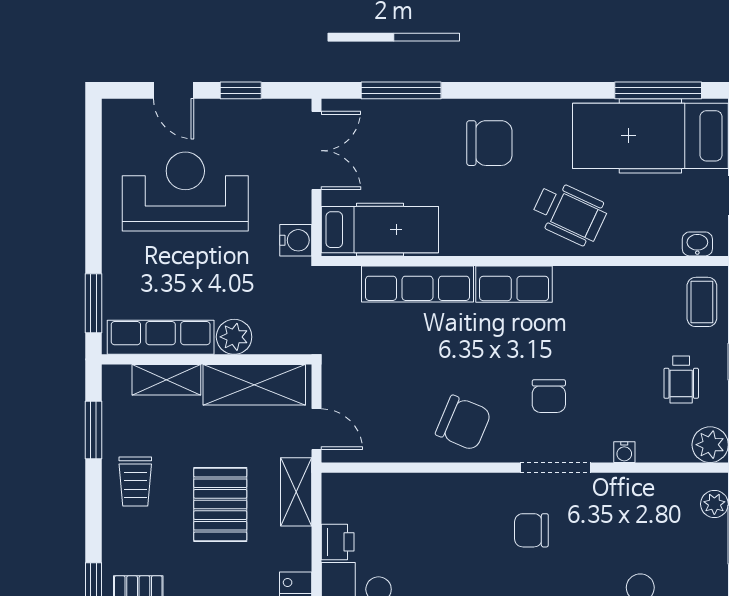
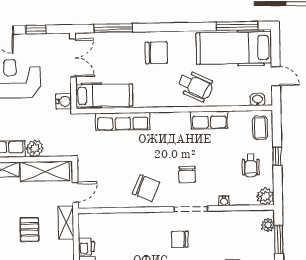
row of seats: (514, 284) -> (209, 120), moved
door: (316, 429) -> (75, 192), hinge flipped
pallet: (220, 504) -> (29, 229), width x0.67, depth x0.71

